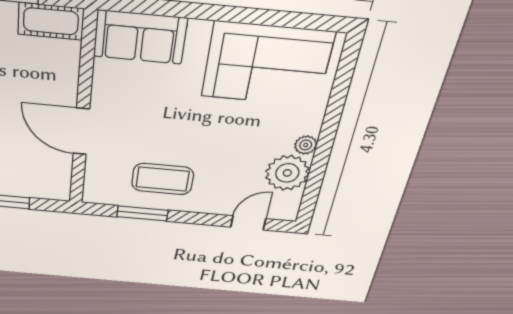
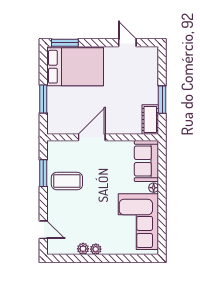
floor lamp: (200, 29) -> (154, 188), added
plant: (287, 173) -> (83, 249), width x0.53, depth x0.53
coffee table: (163, 179) -> (67, 181), turned 90

